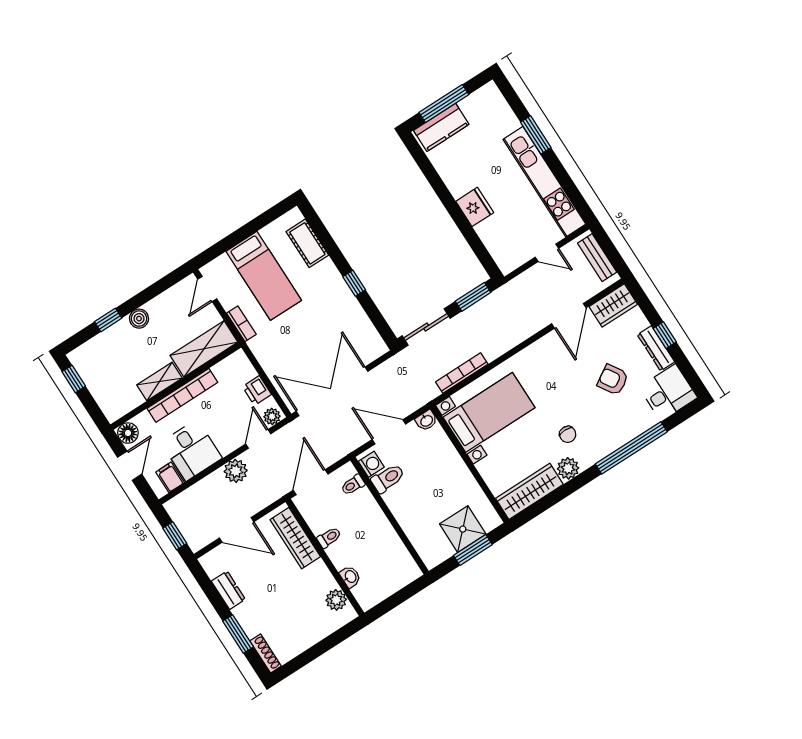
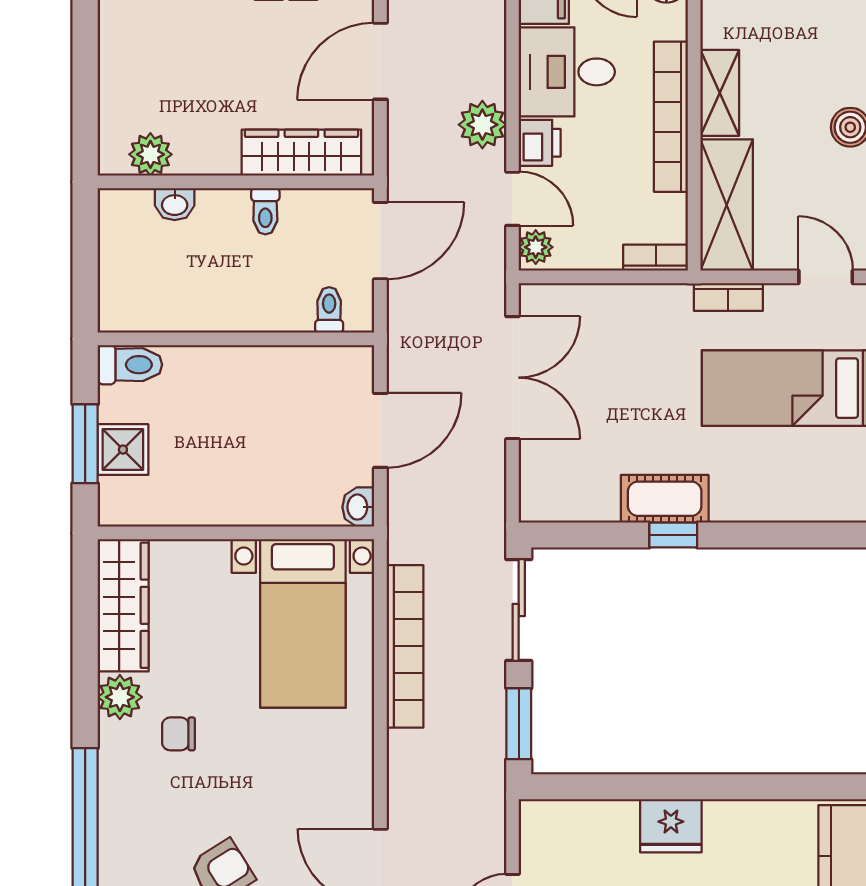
cot: (307, 243) -> (665, 499), moved
bookcase: (245, 364) -> (656, 258), added
bookcase: (462, 373) -> (405, 646), width x1.48, depth x1.31
printer: (257, 391) -> (540, 143), moved, turned 90
double door: (332, 391) -> (513, 378), width x0.73
washing machine: (371, 464) -> (344, 364), removed
toilet: (388, 478) -> (130, 365), moved, turned -90
door: (311, 482) -> (380, 241), hinge flipped
shower: (463, 529) -> (123, 450), width x0.73, depth x0.73

